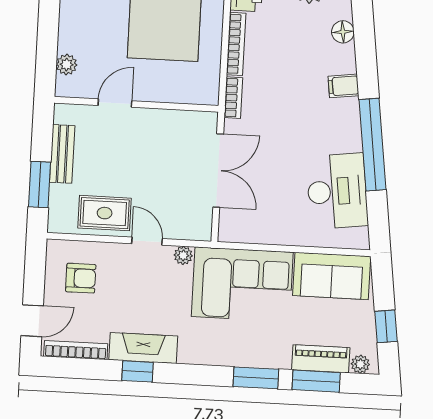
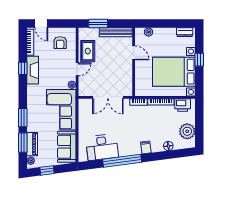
bench: (62, 154) -> (116, 32), width x1.36

